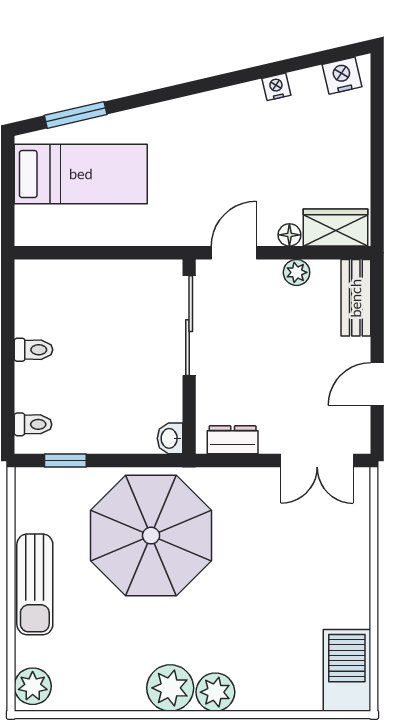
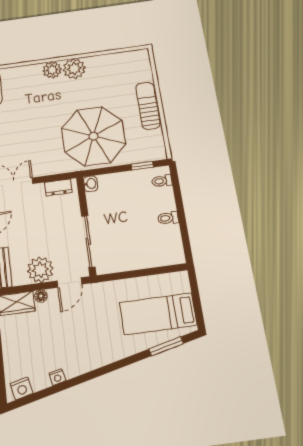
plant: (297, 272) -> (40, 270), width x1.87, depth x1.87
plant: (33, 686) -> (141, 60), removed

